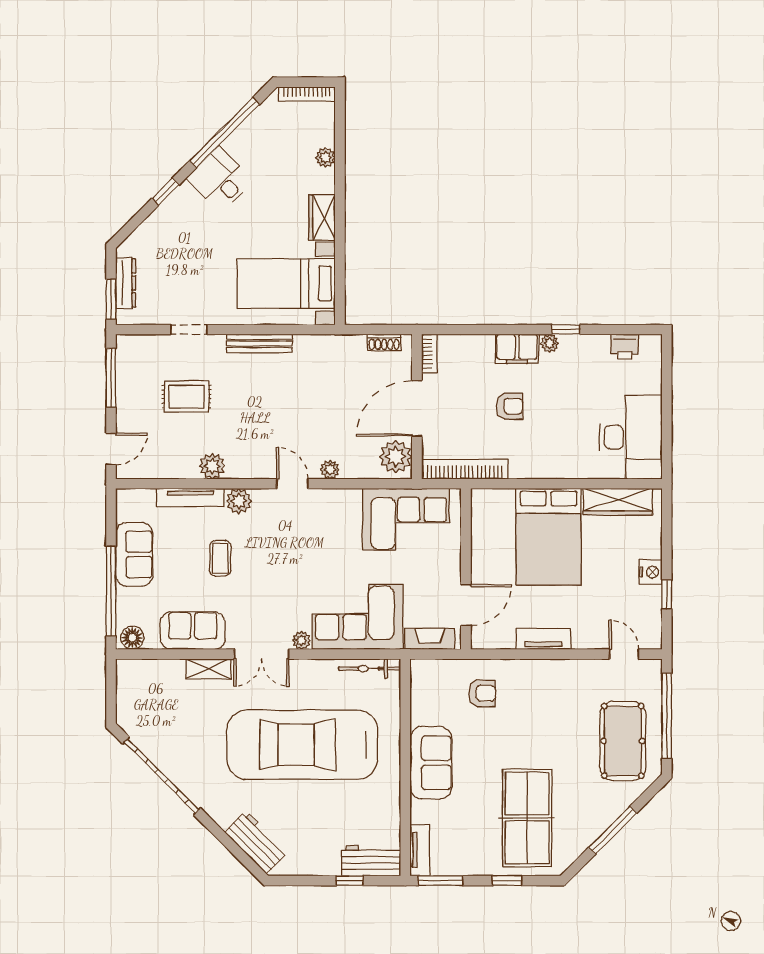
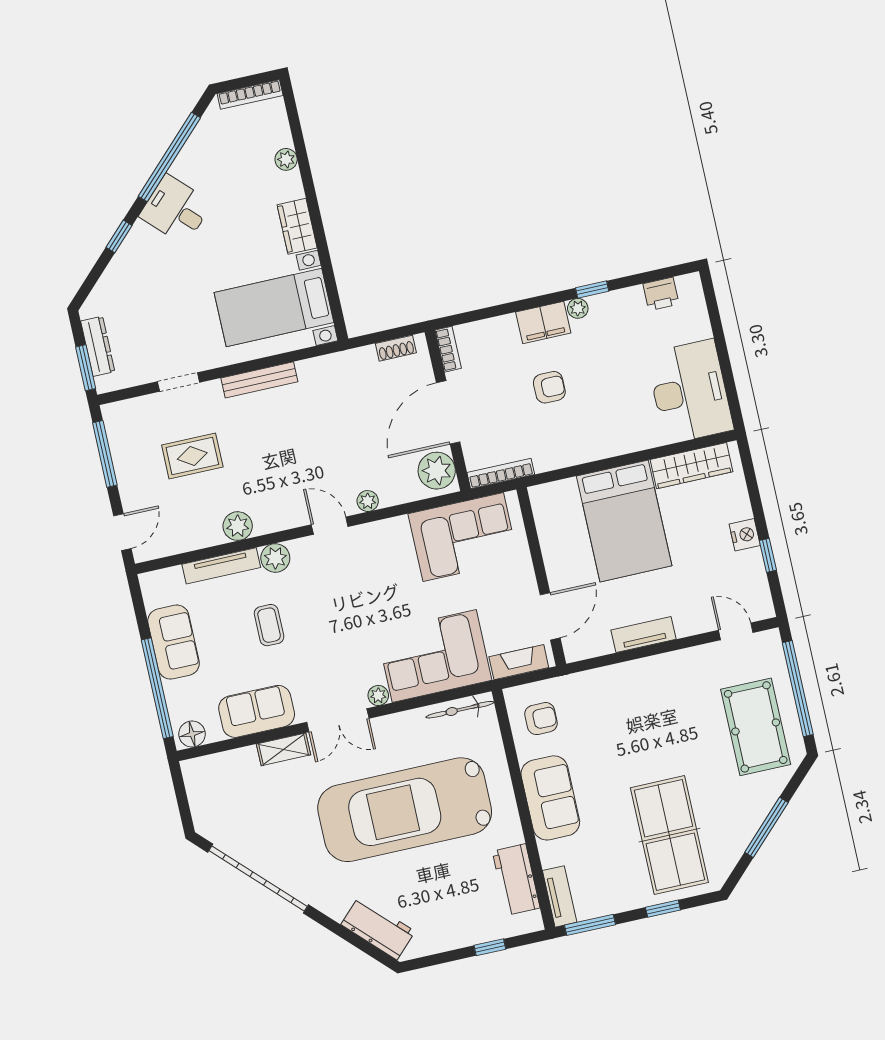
bookcase: (465, 469) -> (501, 473), width x0.68, depth x0.76
armchair: (482, 693) -> (541, 719), moved
workbench: (371, 861) -> (516, 880), moved, turned -90

